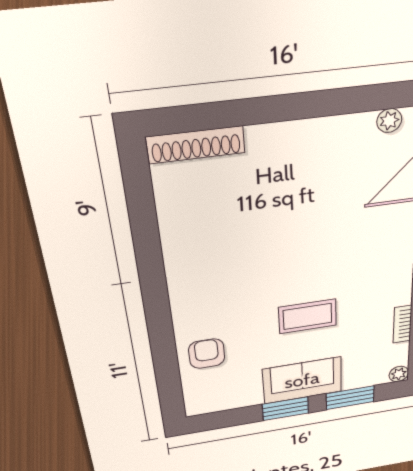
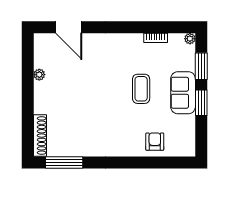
plant: (389, 121) -> (39, 75), moved
window: (141, 202) -> (64, 163), added
armchair: (207, 354) -> (155, 142), turned 90

